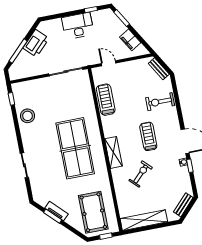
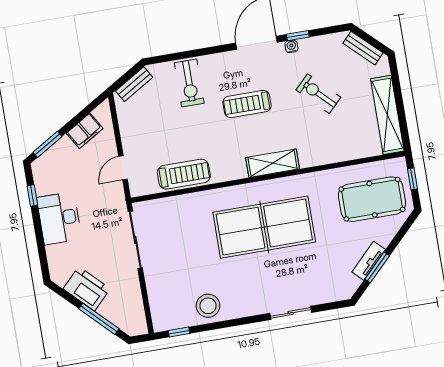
treadmill: (106, 100) -> (184, 174), turned 180
exercise bike: (141, 174) -> (318, 94), moved

